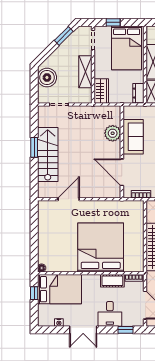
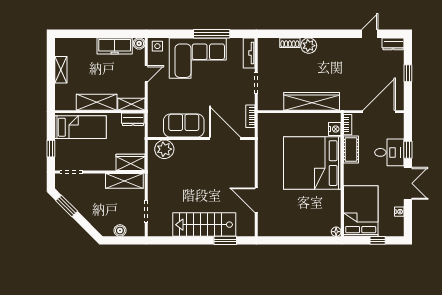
bed: (127, 48) -> (81, 127), width x0.67
shelving: (85, 72) -> (124, 181), moved
boiler: (47, 78) -> (120, 231), width x0.54, depth x0.54
plant: (113, 133) -> (164, 149), moved
window: (34, 147) -> (225, 240), moved
door: (122, 172) -> (225, 138), swing flipped
nightstand: (130, 267) -> (335, 129), added
window: (34, 293) -> (378, 240), moved
window: (125, 330) -> (408, 150), moved

